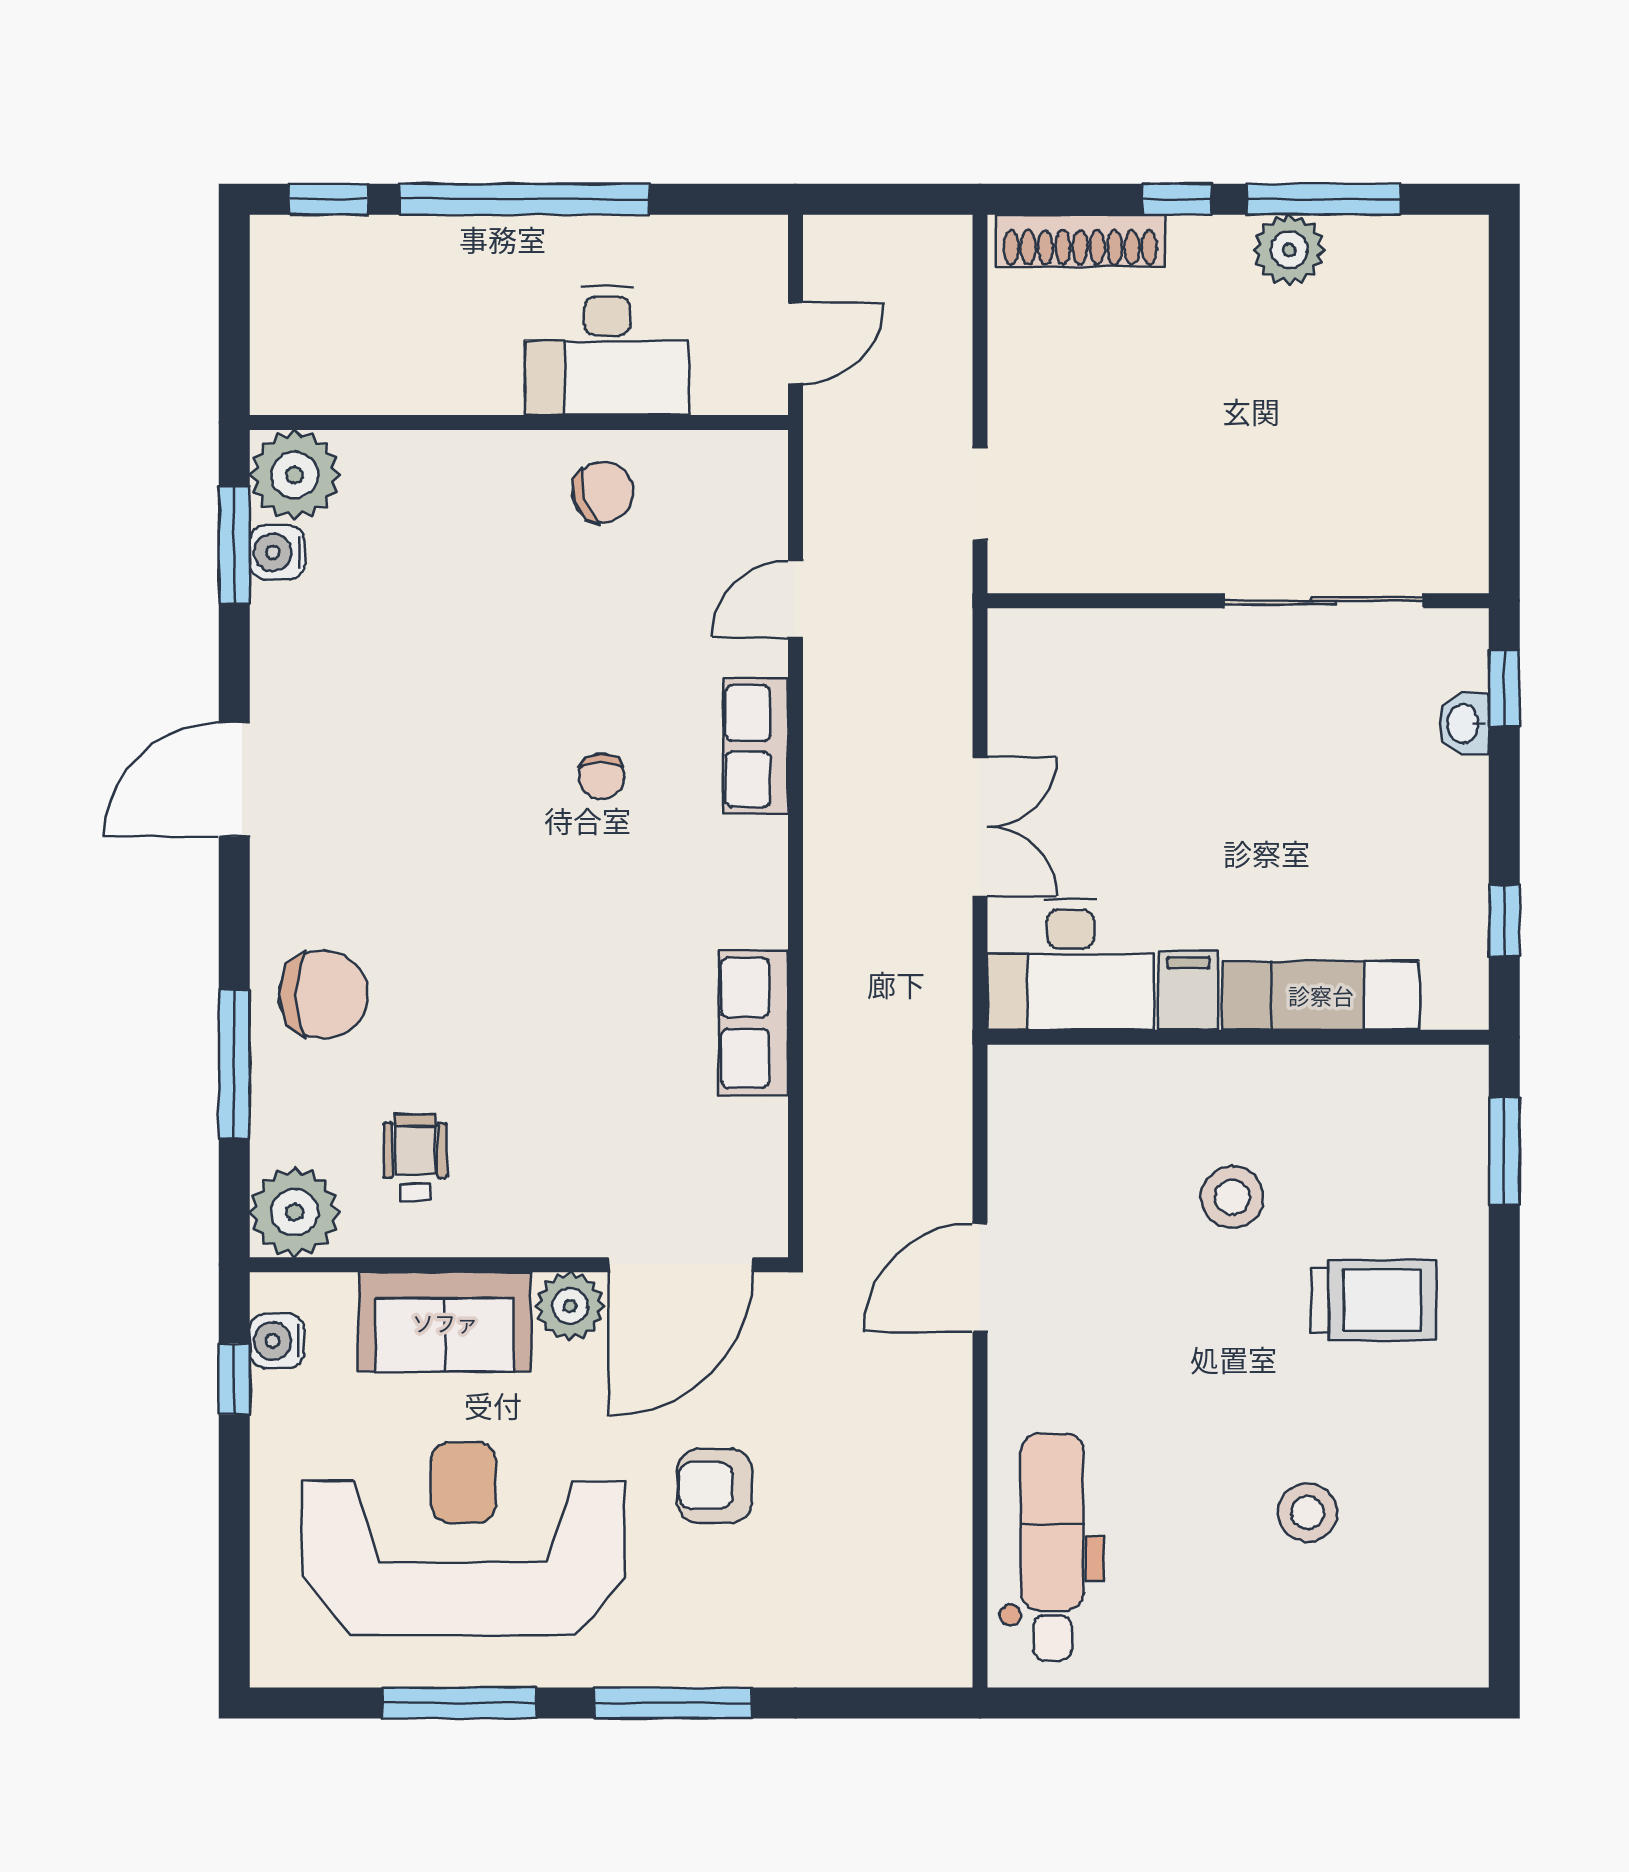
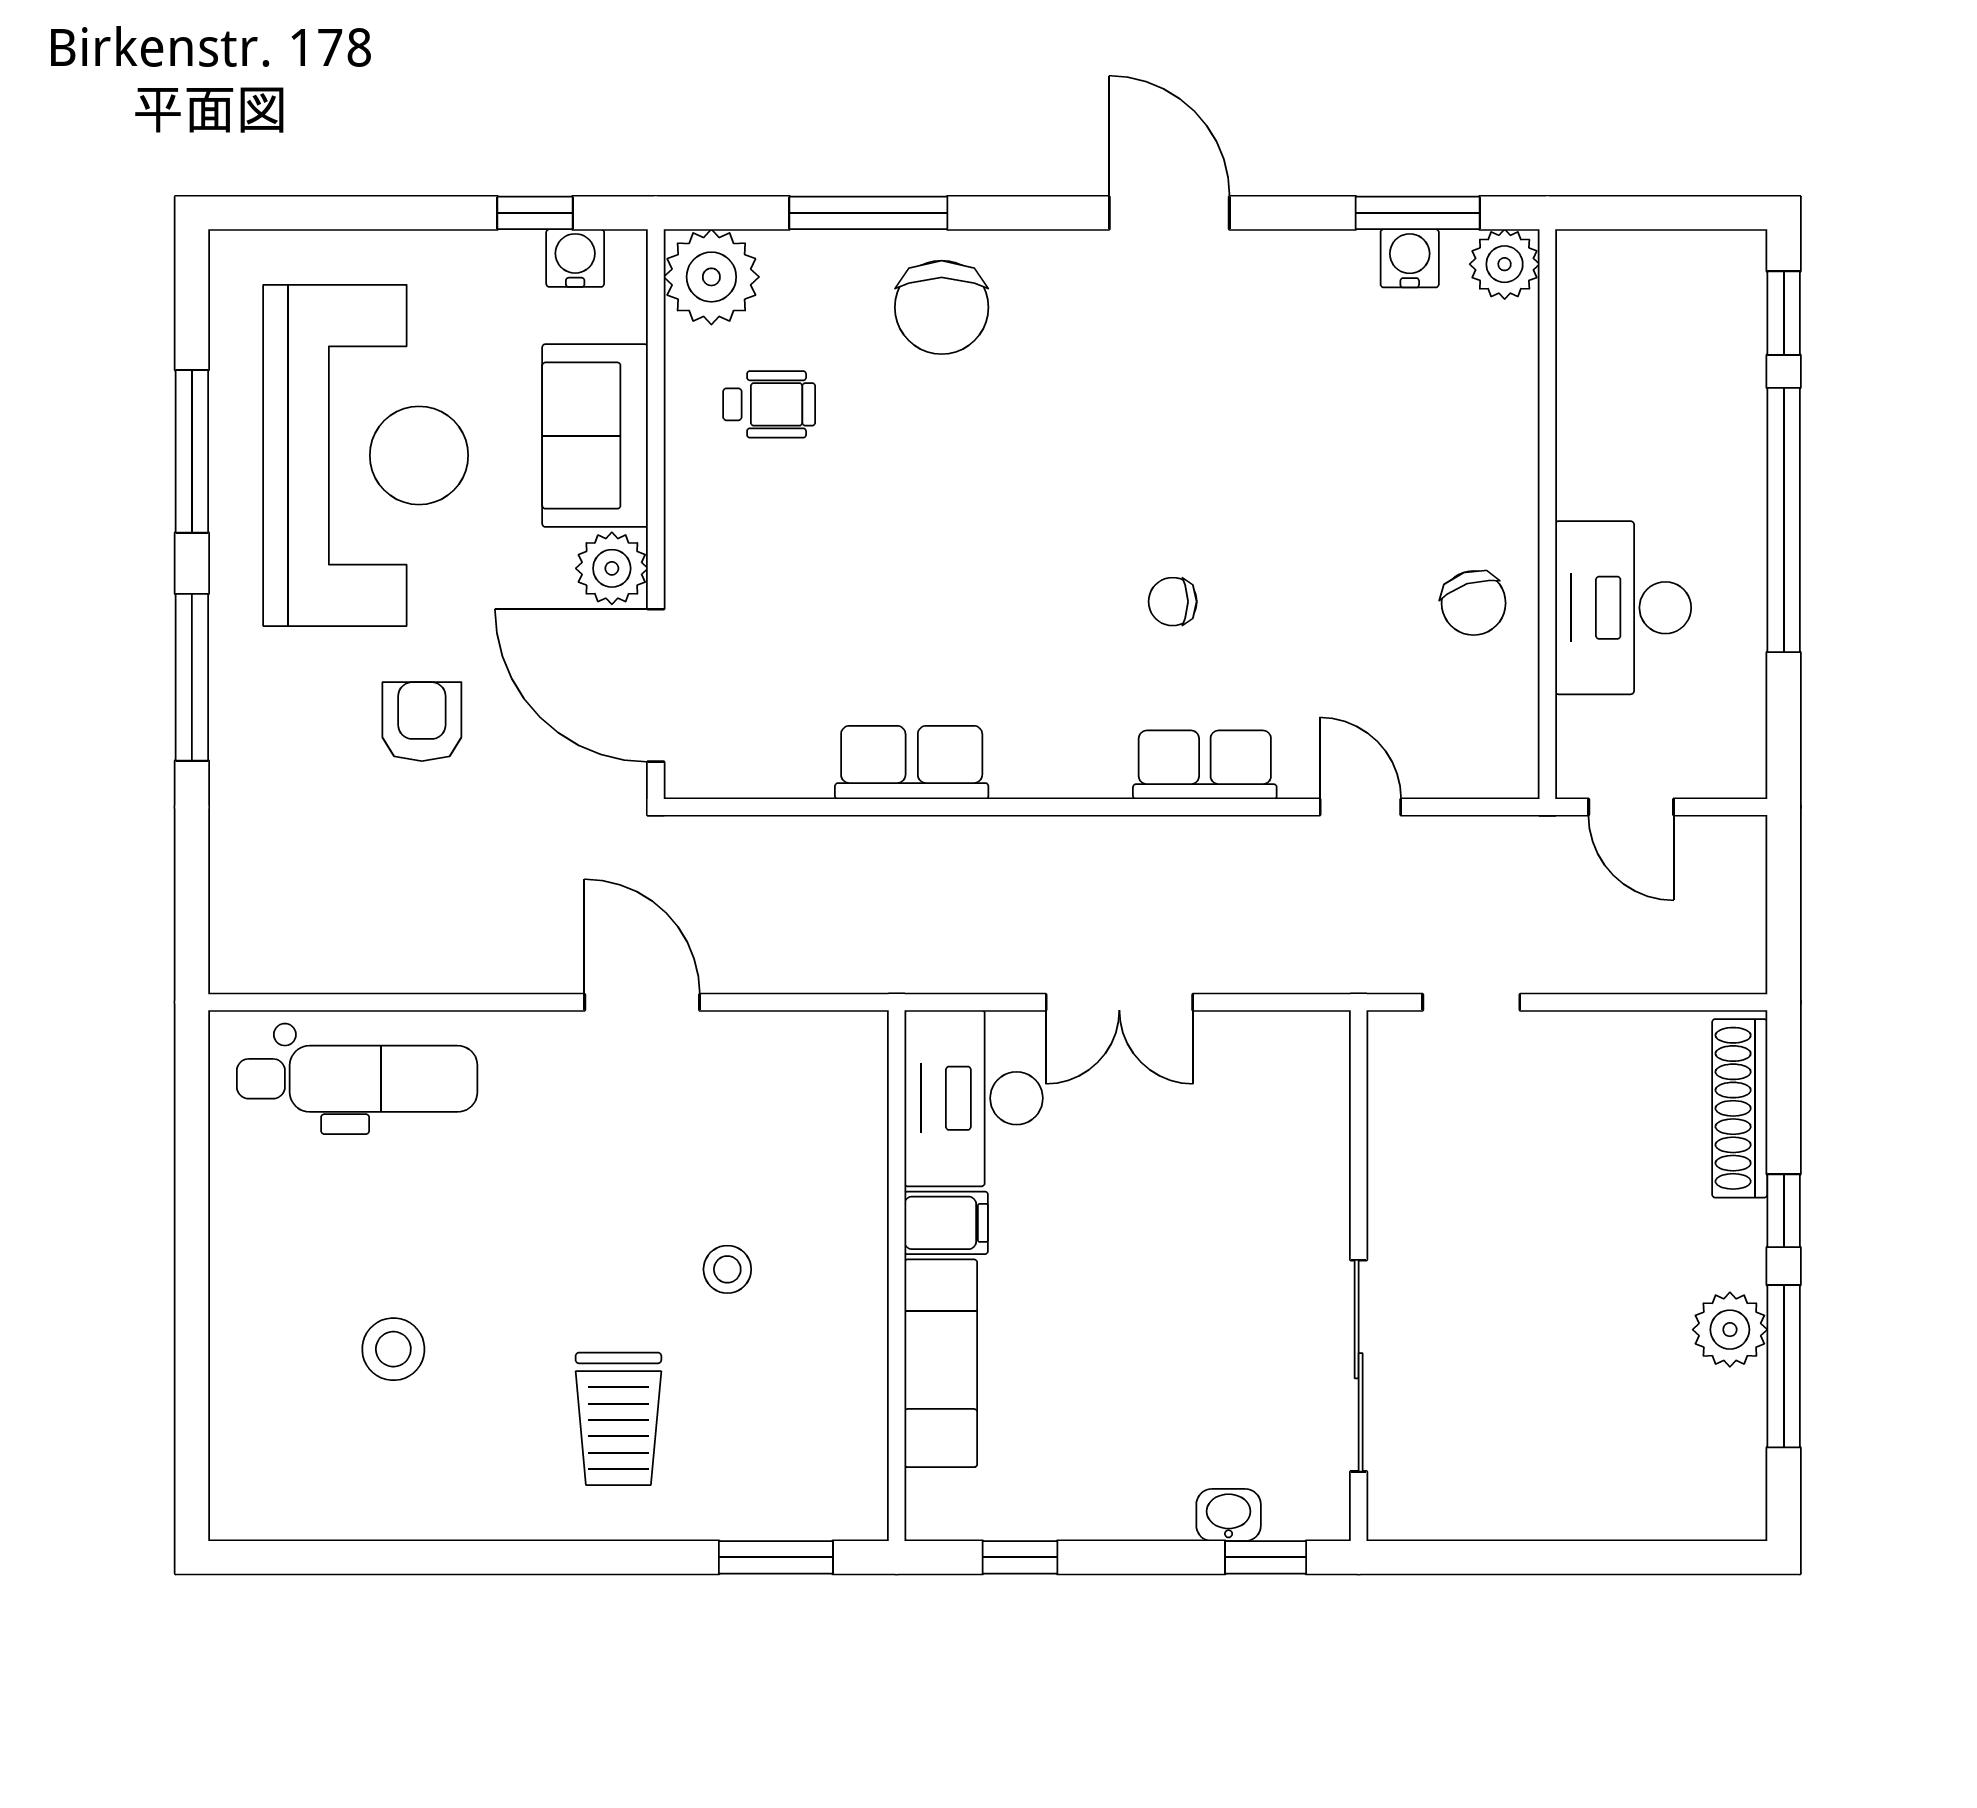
plant: (295, 475) -> (1505, 264), width x0.73, depth x0.73
stool: (1232, 1197) -> (727, 1269), width x0.73, depth x0.73

